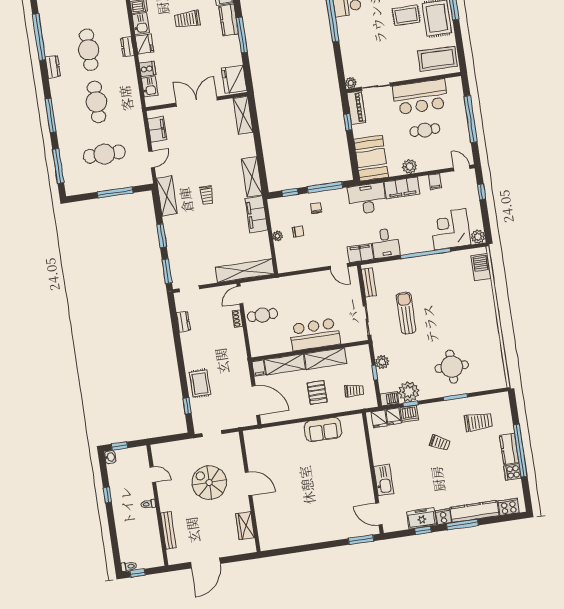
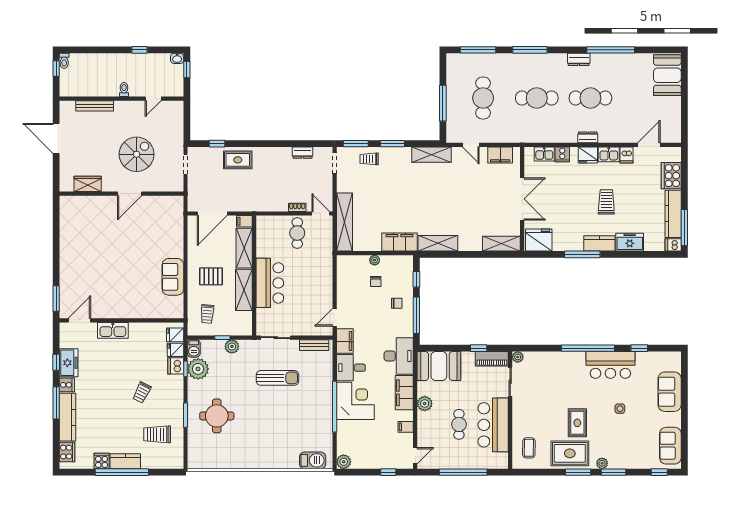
coffee table: (437, 59) -> (529, 448), width x0.54, depth x0.58
trolley: (207, 195) -> (369, 159), moved
corner desk: (450, 229) -> (355, 401), moved
trolley: (478, 422) -> (157, 434), turned 90

